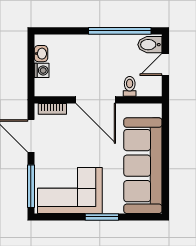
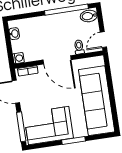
door: (165, 64) -> (103, 40), moved
washing machine: (42, 70) -> (18, 58), moved

